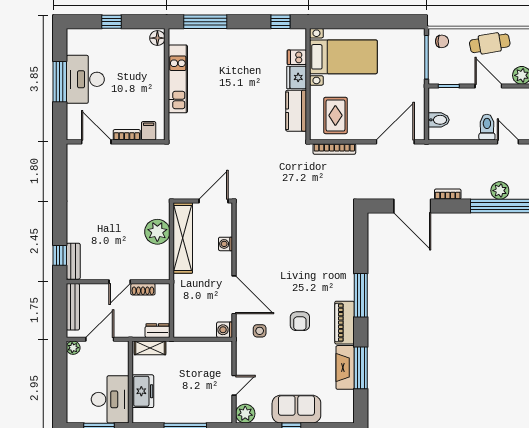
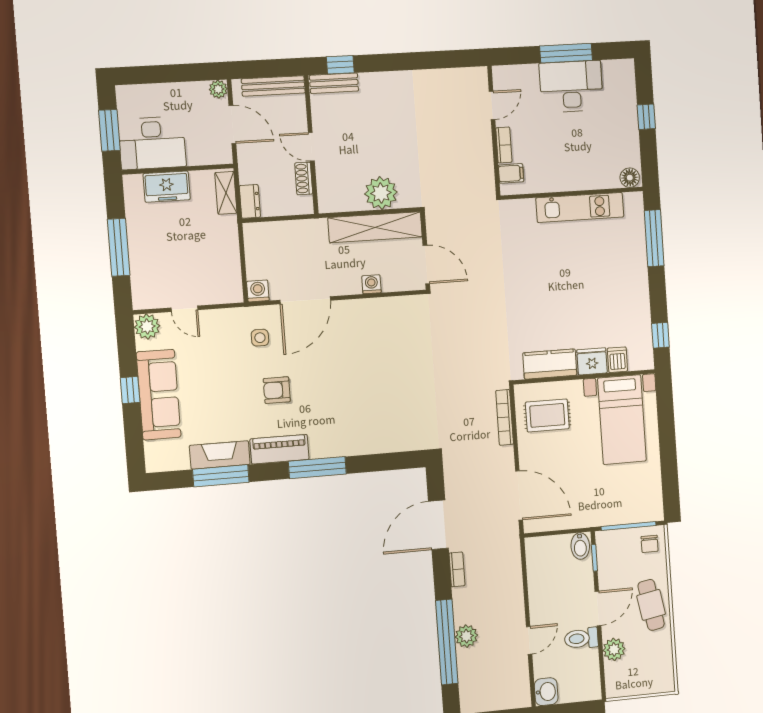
bidet: (439, 120) -> (580, 546), moved
toilet: (487, 127) -> (581, 638), moved, turned 180
door: (96, 142) -> (492, 105), width x0.73
sofa: (296, 409) -> (159, 395), width x1.36

